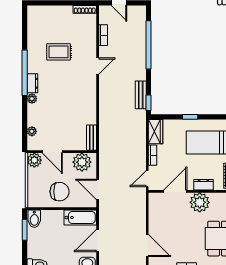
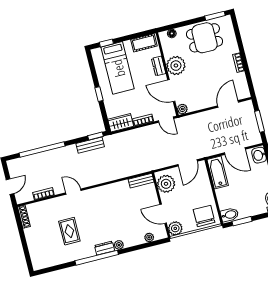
door: (52, 152) -> (163, 214), swing flipped
chair: (60, 192) -> (204, 216), moved
plant: (154, 198) -> (182, 109), added

